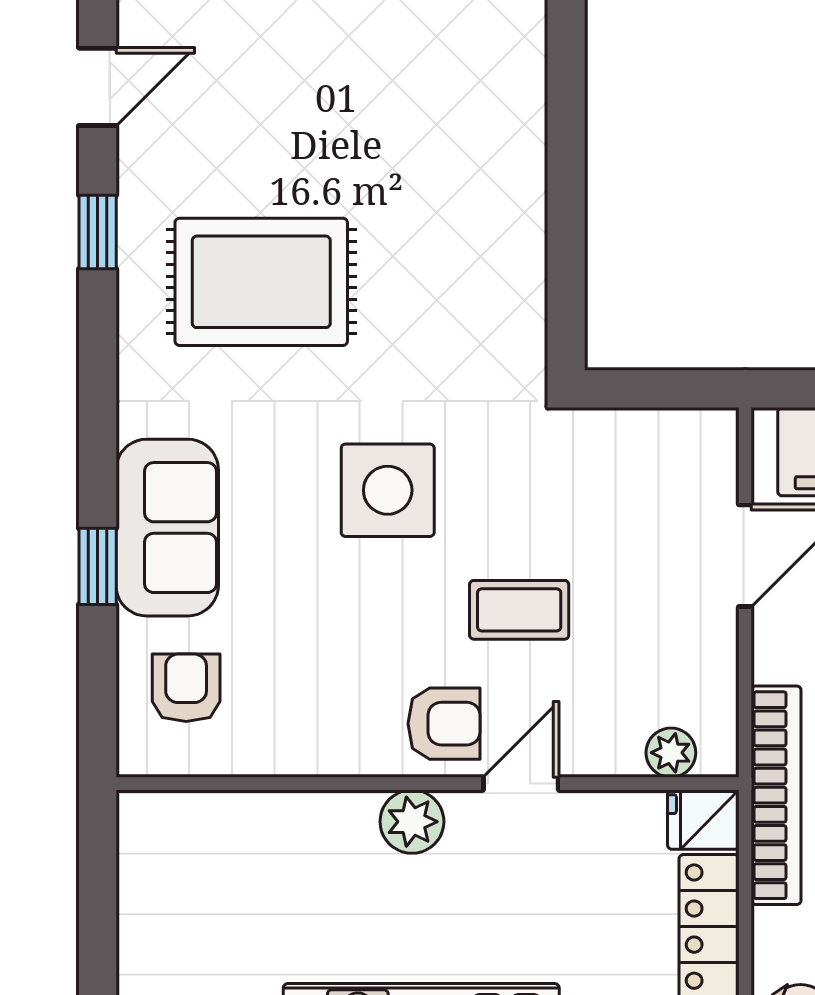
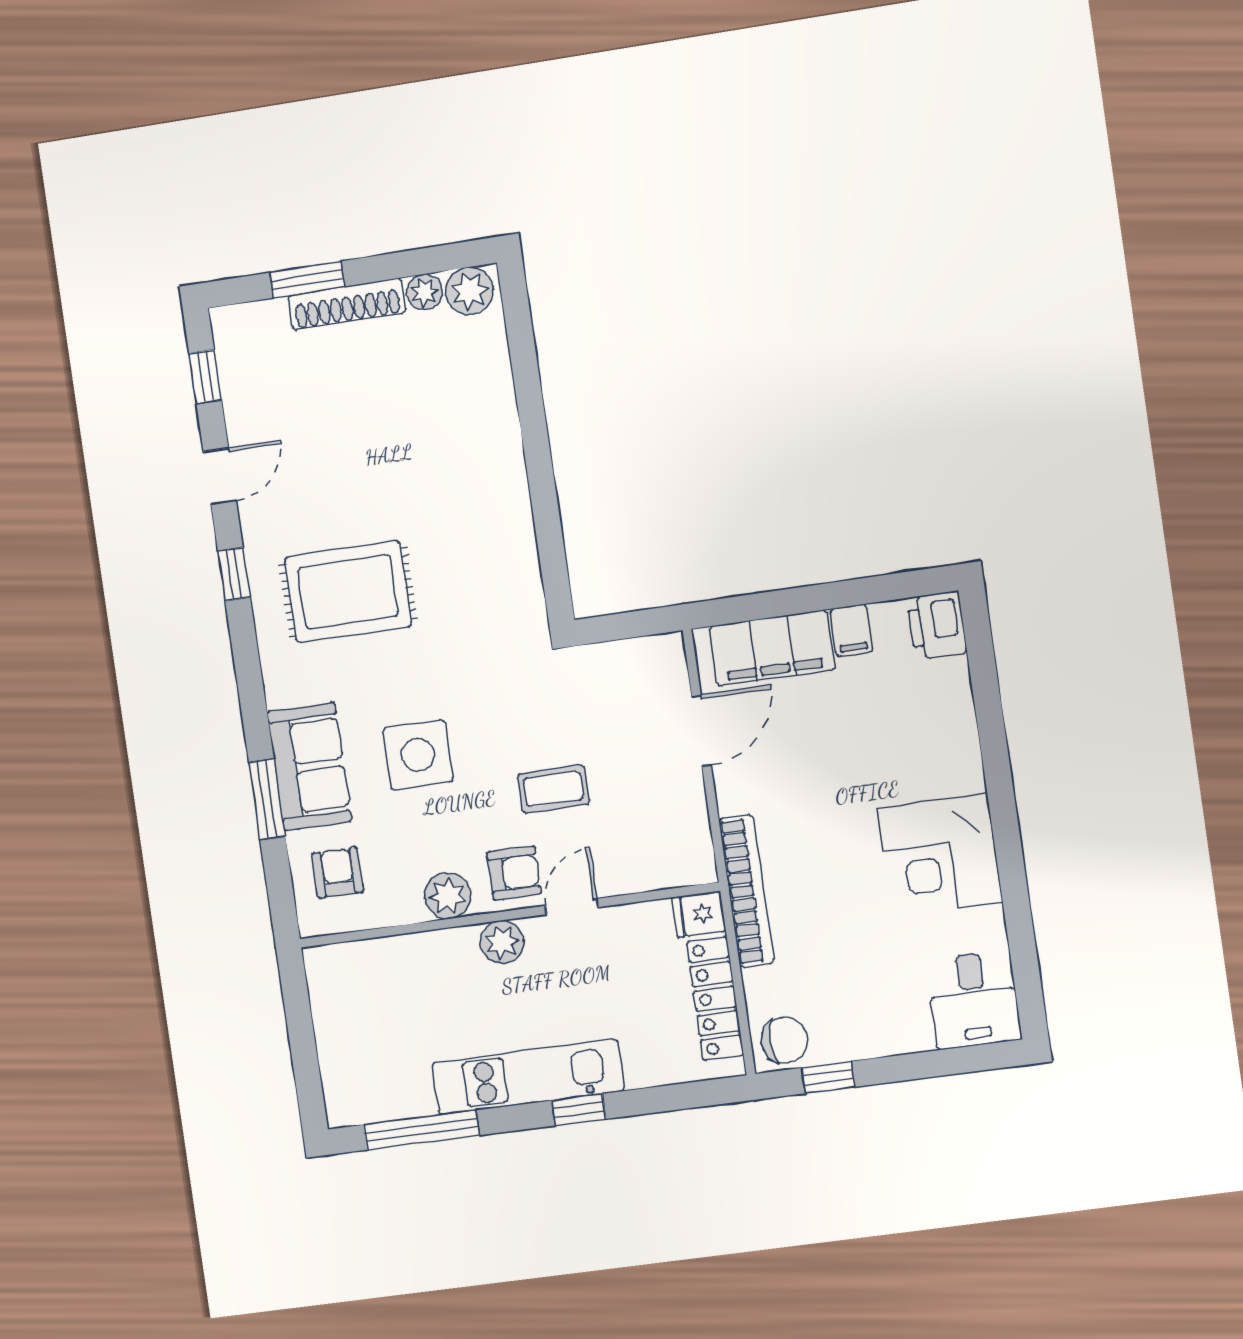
side table: (388, 490) -> (418, 755), moved
window: (98, 566) -> (267, 799), width x1.50
plant: (671, 753) -> (448, 896), moved, width x1.38, depth x1.38

